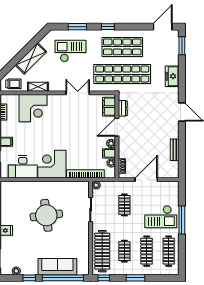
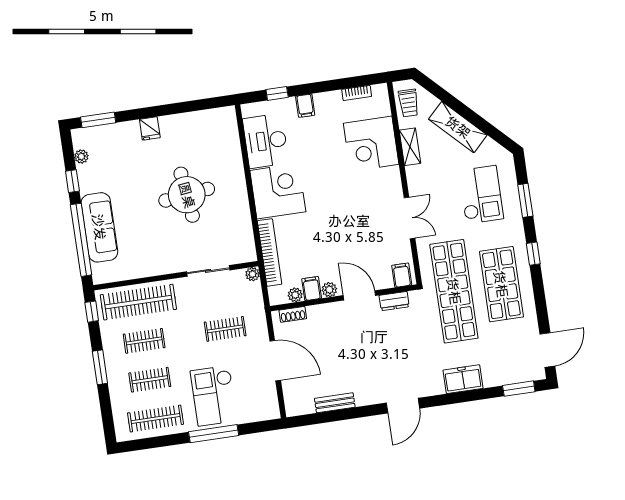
door: (163, 27) -> (547, 350), hinge flipped
filing cabinet: (109, 107) -> (402, 275), width x0.50
clothes rail: (147, 251) -> (150, 380), width x0.73

